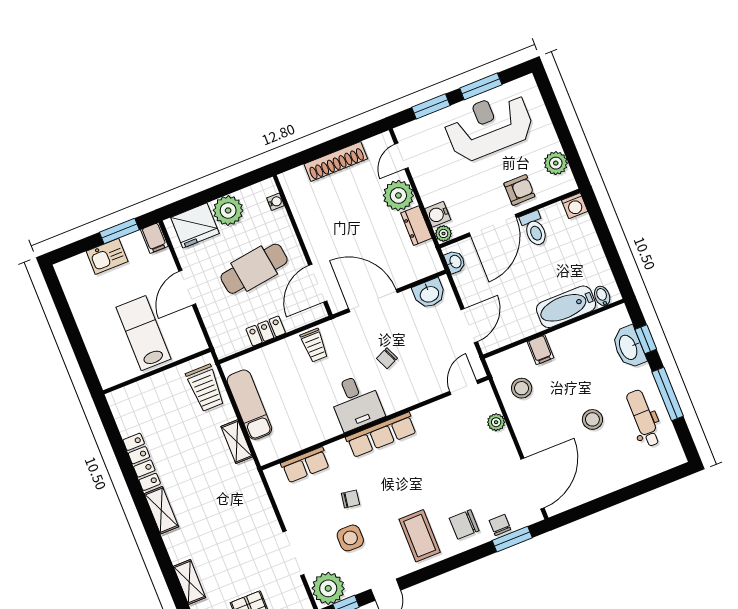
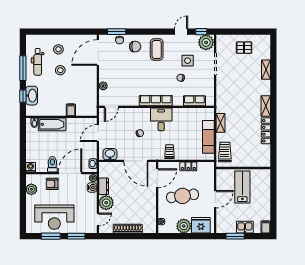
filing cabinet: (154, 238) -> (266, 227), moved
lab bench: (144, 333) -> (242, 187), turned 180
stool: (522, 388) -> (58, 49), moved

